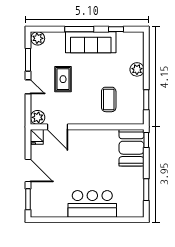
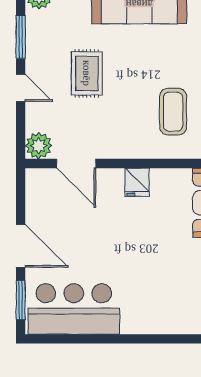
fridge: (37, 137) -> (137, 182), moved
bar counter: (92, 204) -> (74, 309), moved

